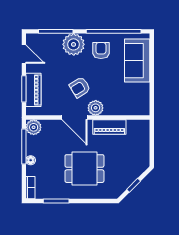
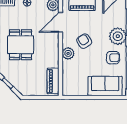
door: (74, 118) -> (60, 22), moved
piano: (109, 127) -> (53, 81), moved

